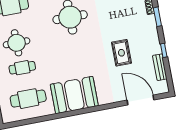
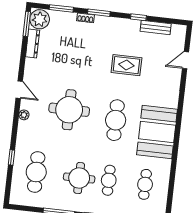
cafe table: (73, 58) -> (116, 120), added
cafe table: (28, 99) -> (145, 184), width x0.73, depth x0.74
door: (141, 100) -> (186, 60), width x0.53

